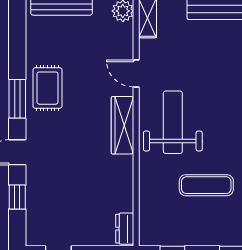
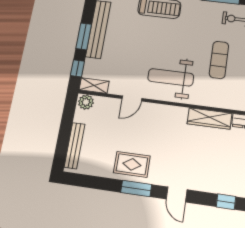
wardrobe: (123, 125) -> (210, 118), moved
window: (17, 197) -> (226, 202), moved

